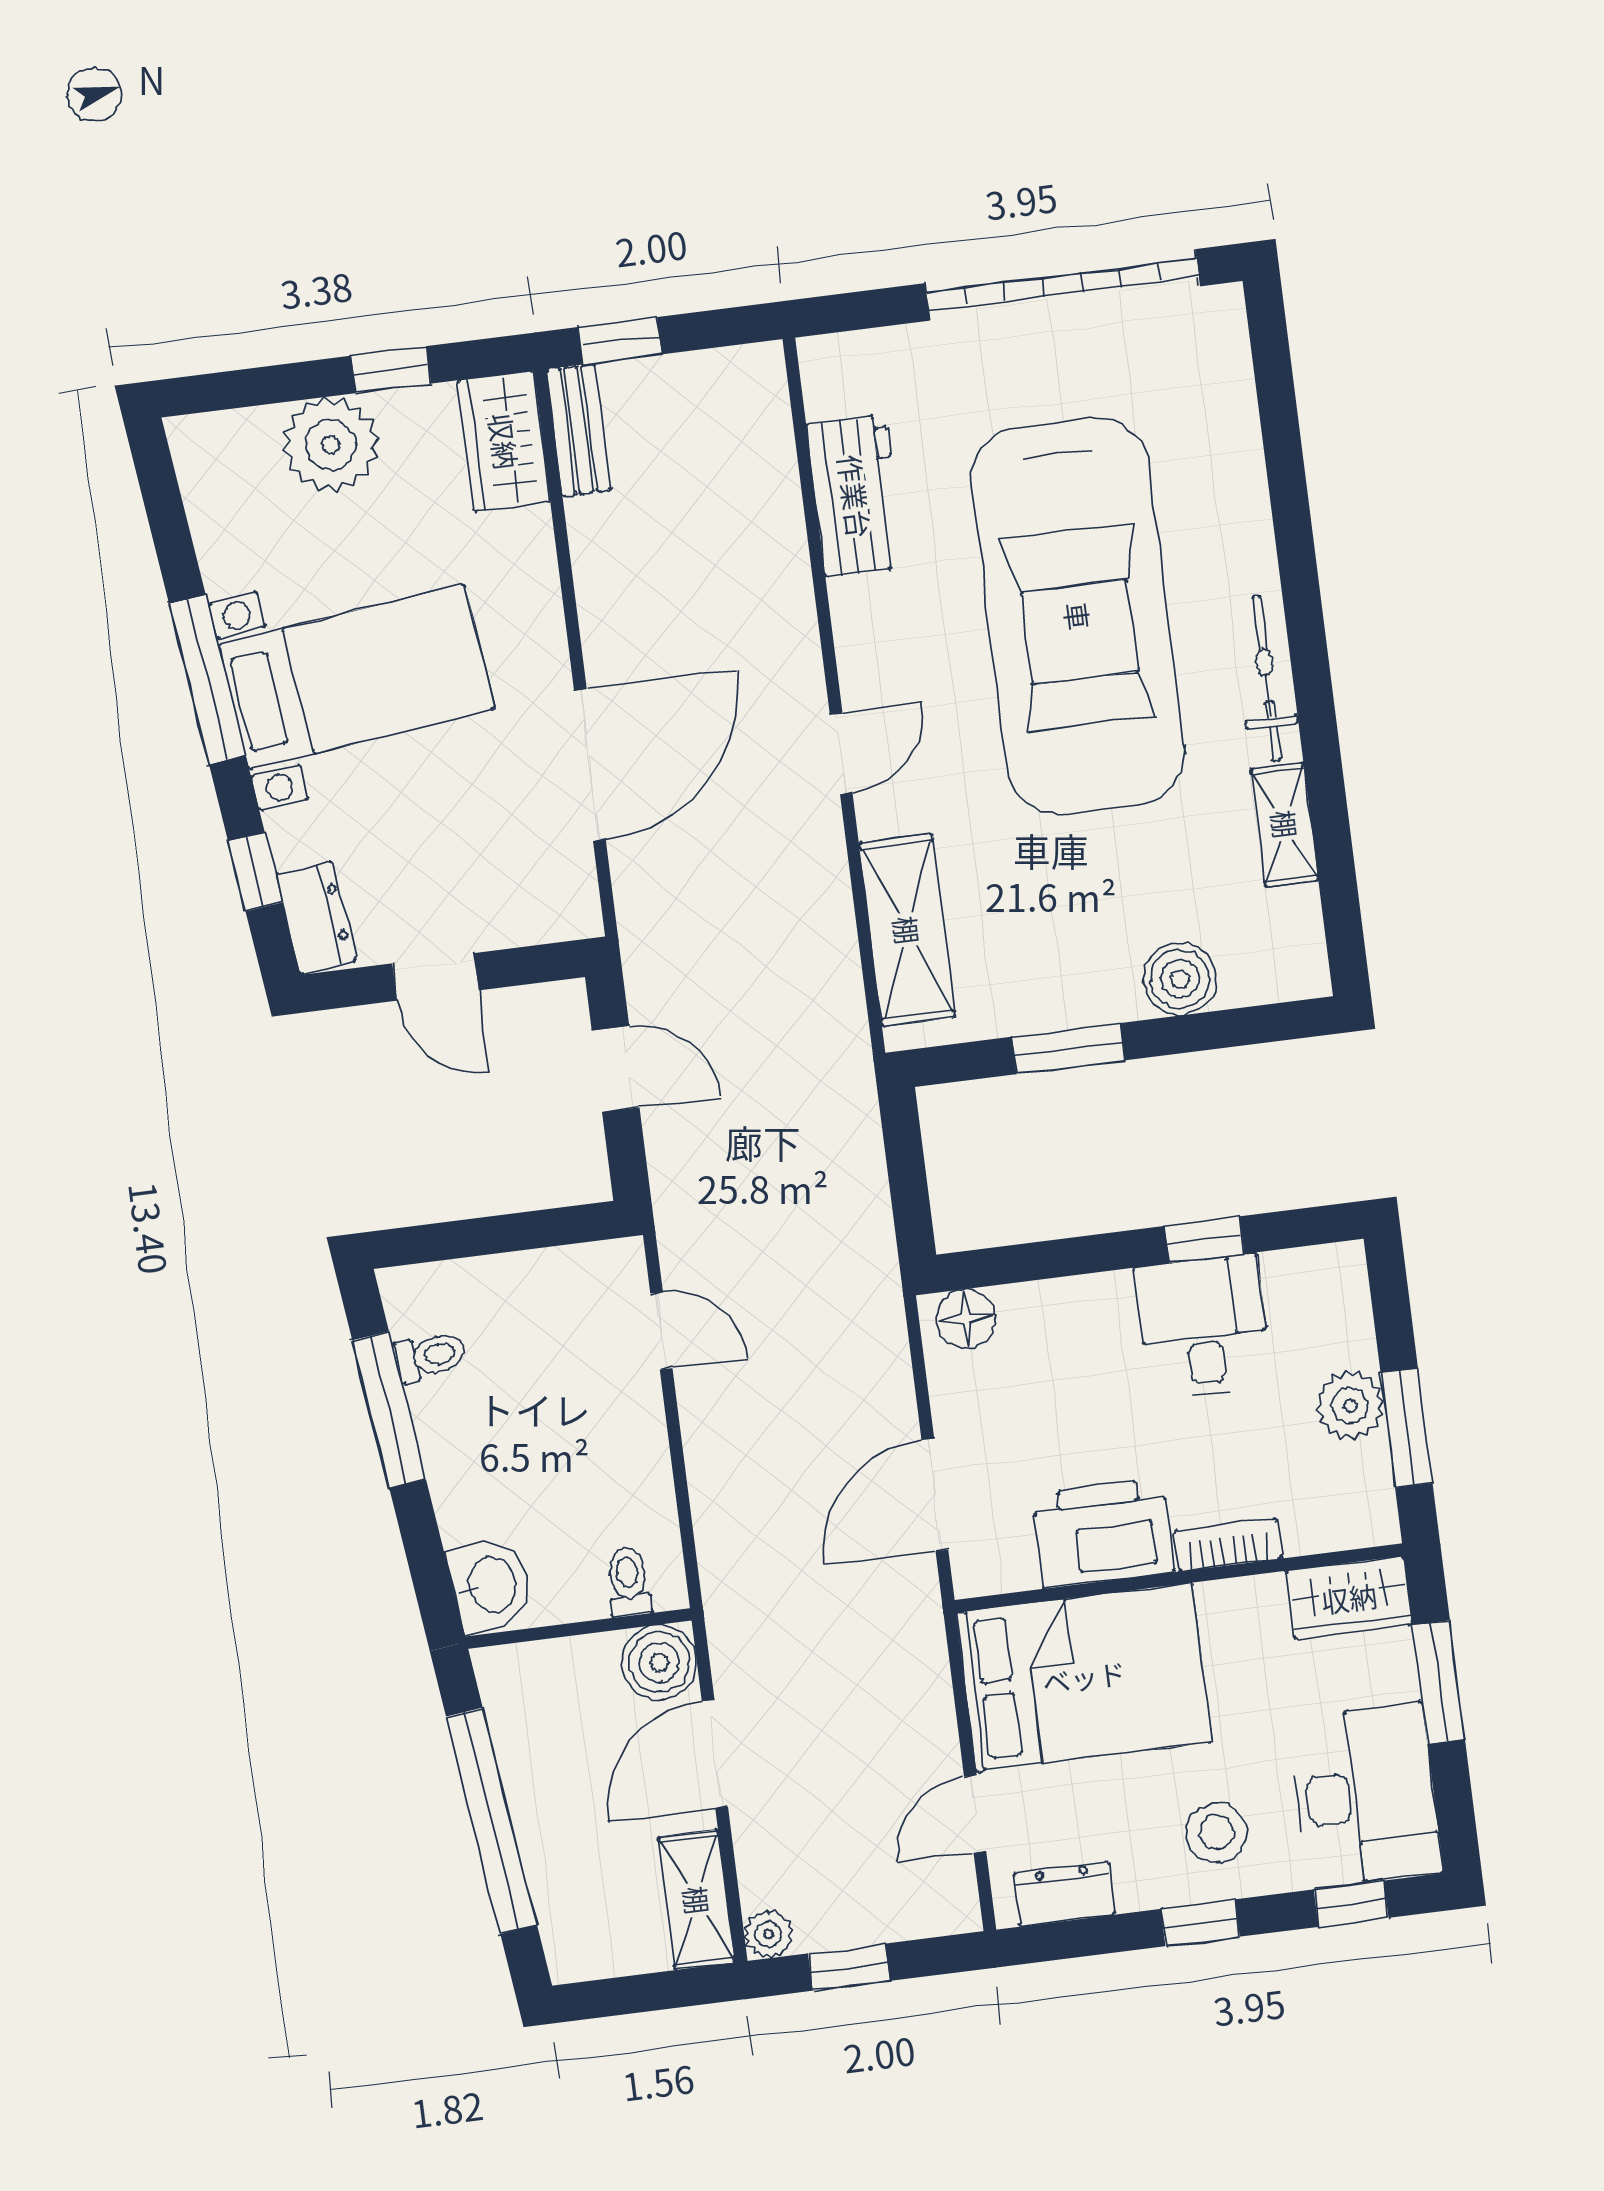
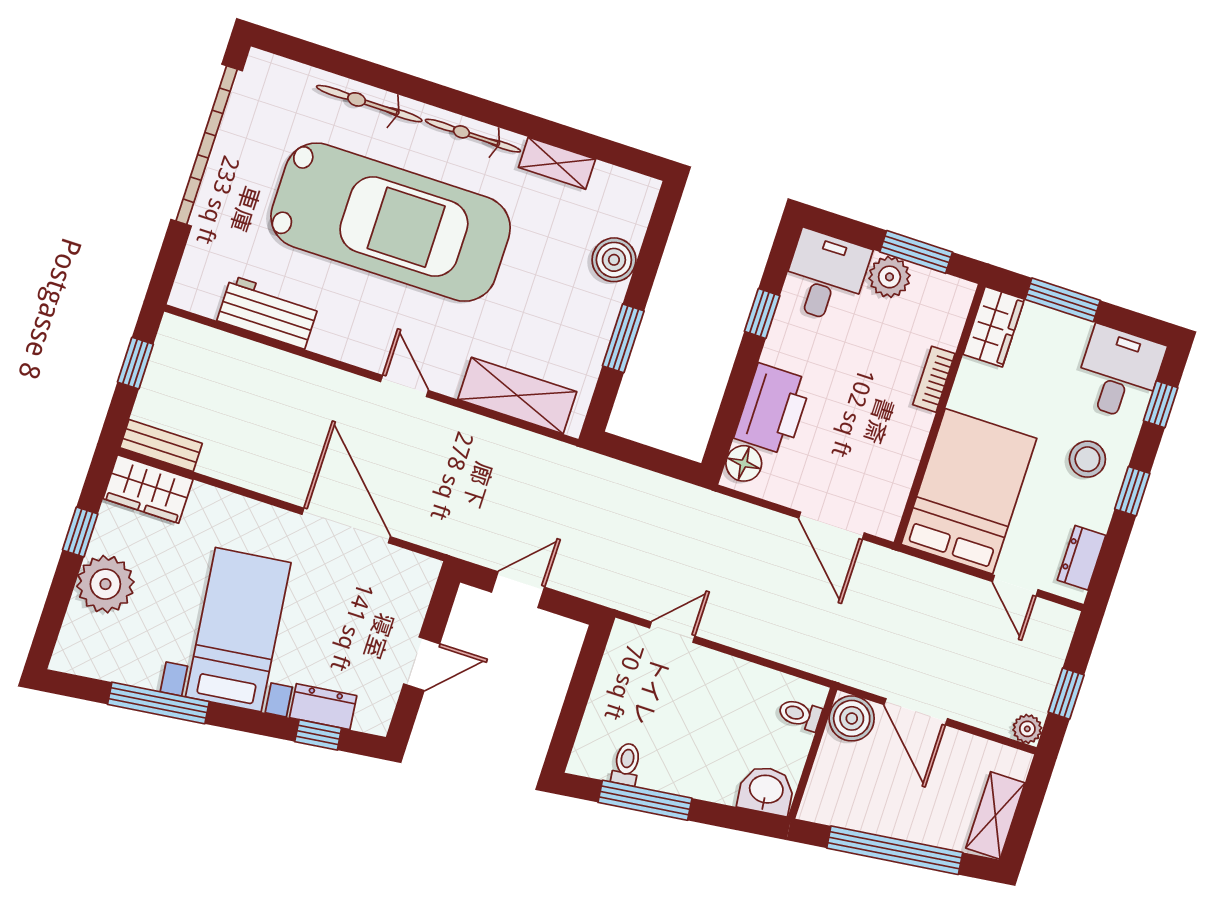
window: (620, 341) -> (135, 363), moved
bicycle: (1241, 500) -> (369, 104), added
window: (207, 680) -> (158, 703), moved
dresser: (316, 918) -> (323, 707), moved
desk: (1203, 1326) -> (825, 277), moved, turned 90
printer: (1103, 1533) -> (773, 409), moved, turned 180
desk: (1365, 1796) -> (1119, 373), width x0.73
shelving: (697, 1900) -> (995, 815), moved, turned 90

